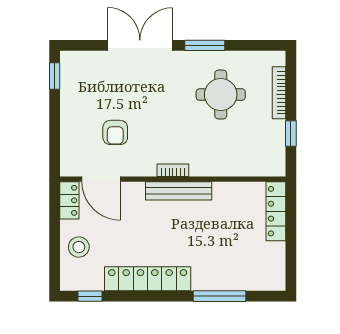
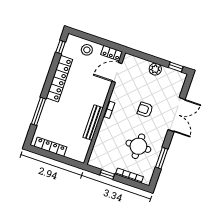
window: (205, 45) -> (162, 158), moved
plant: (71, 112) -> (155, 69), added
armchair: (115, 132) -> (145, 110), moved
bench: (179, 191) -> (93, 123), moved
locker: (276, 211) -> (51, 147), moved

